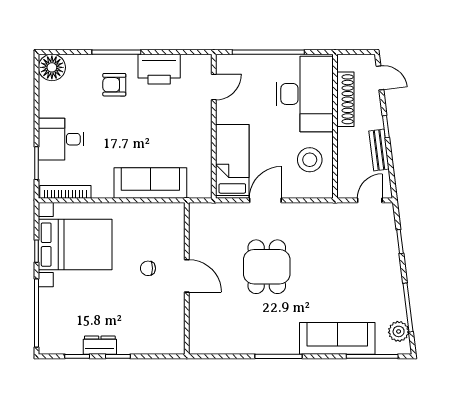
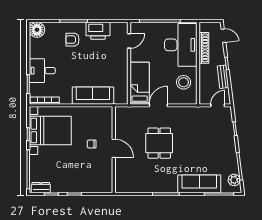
dresser: (100, 345) -> (41, 188), moved

